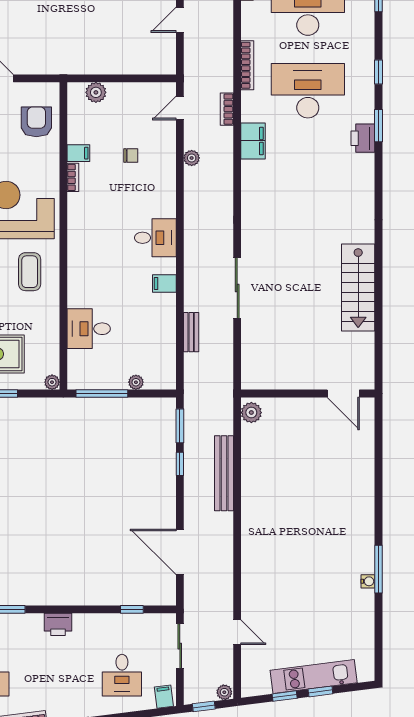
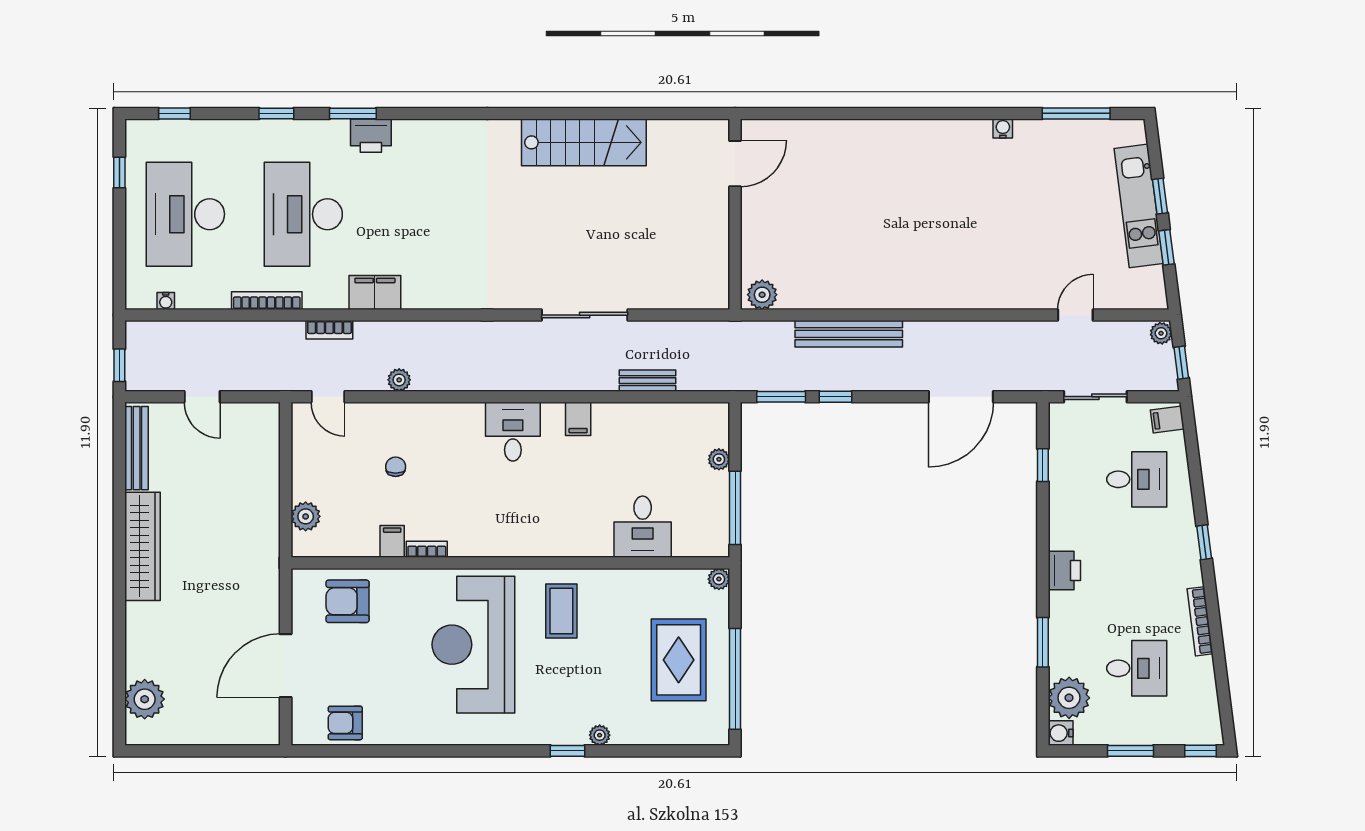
coffee table: (30, 272) -> (561, 611), turned 90
window: (378, 569) -> (1076, 113), moved

